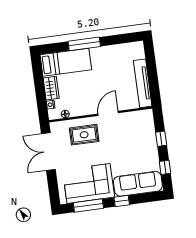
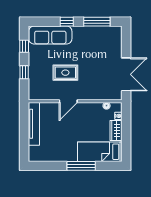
rug: (84, 135) -> (65, 73), moved
corner sofa: (89, 183) -> (94, 41), removed

